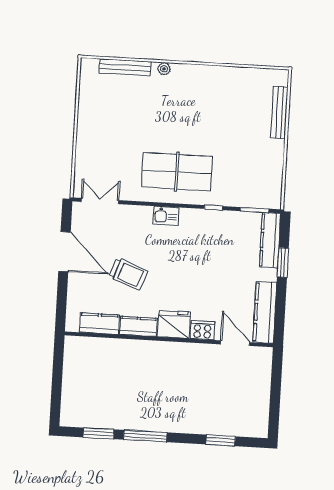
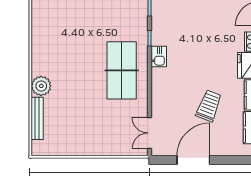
plant: (164, 69) -> (41, 86), width x1.87, depth x1.87
kitchen sink: (166, 216) -> (159, 57), moved

